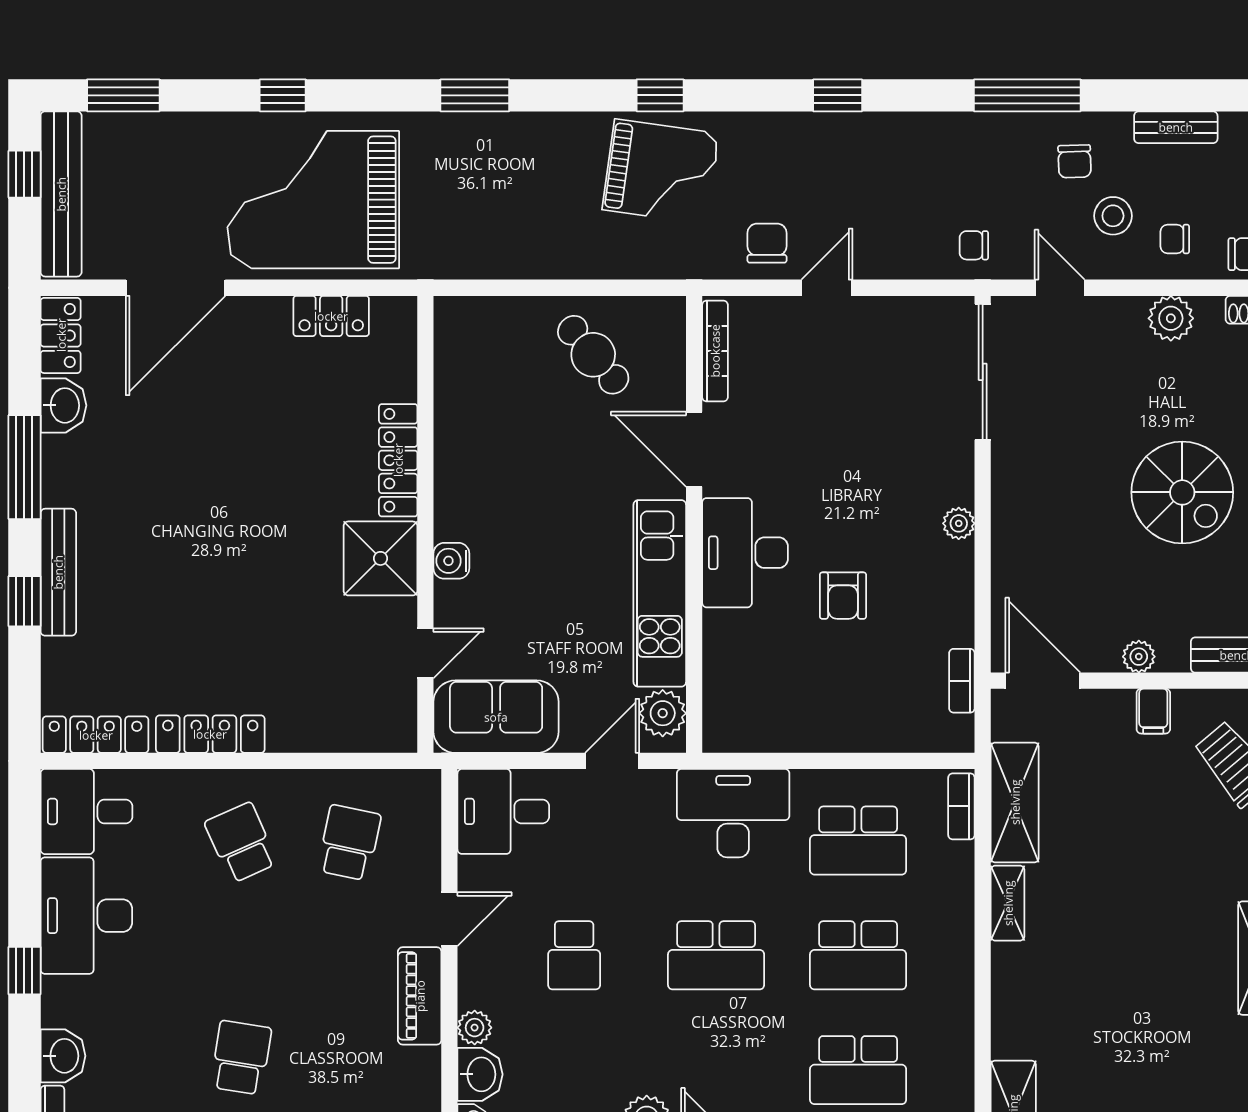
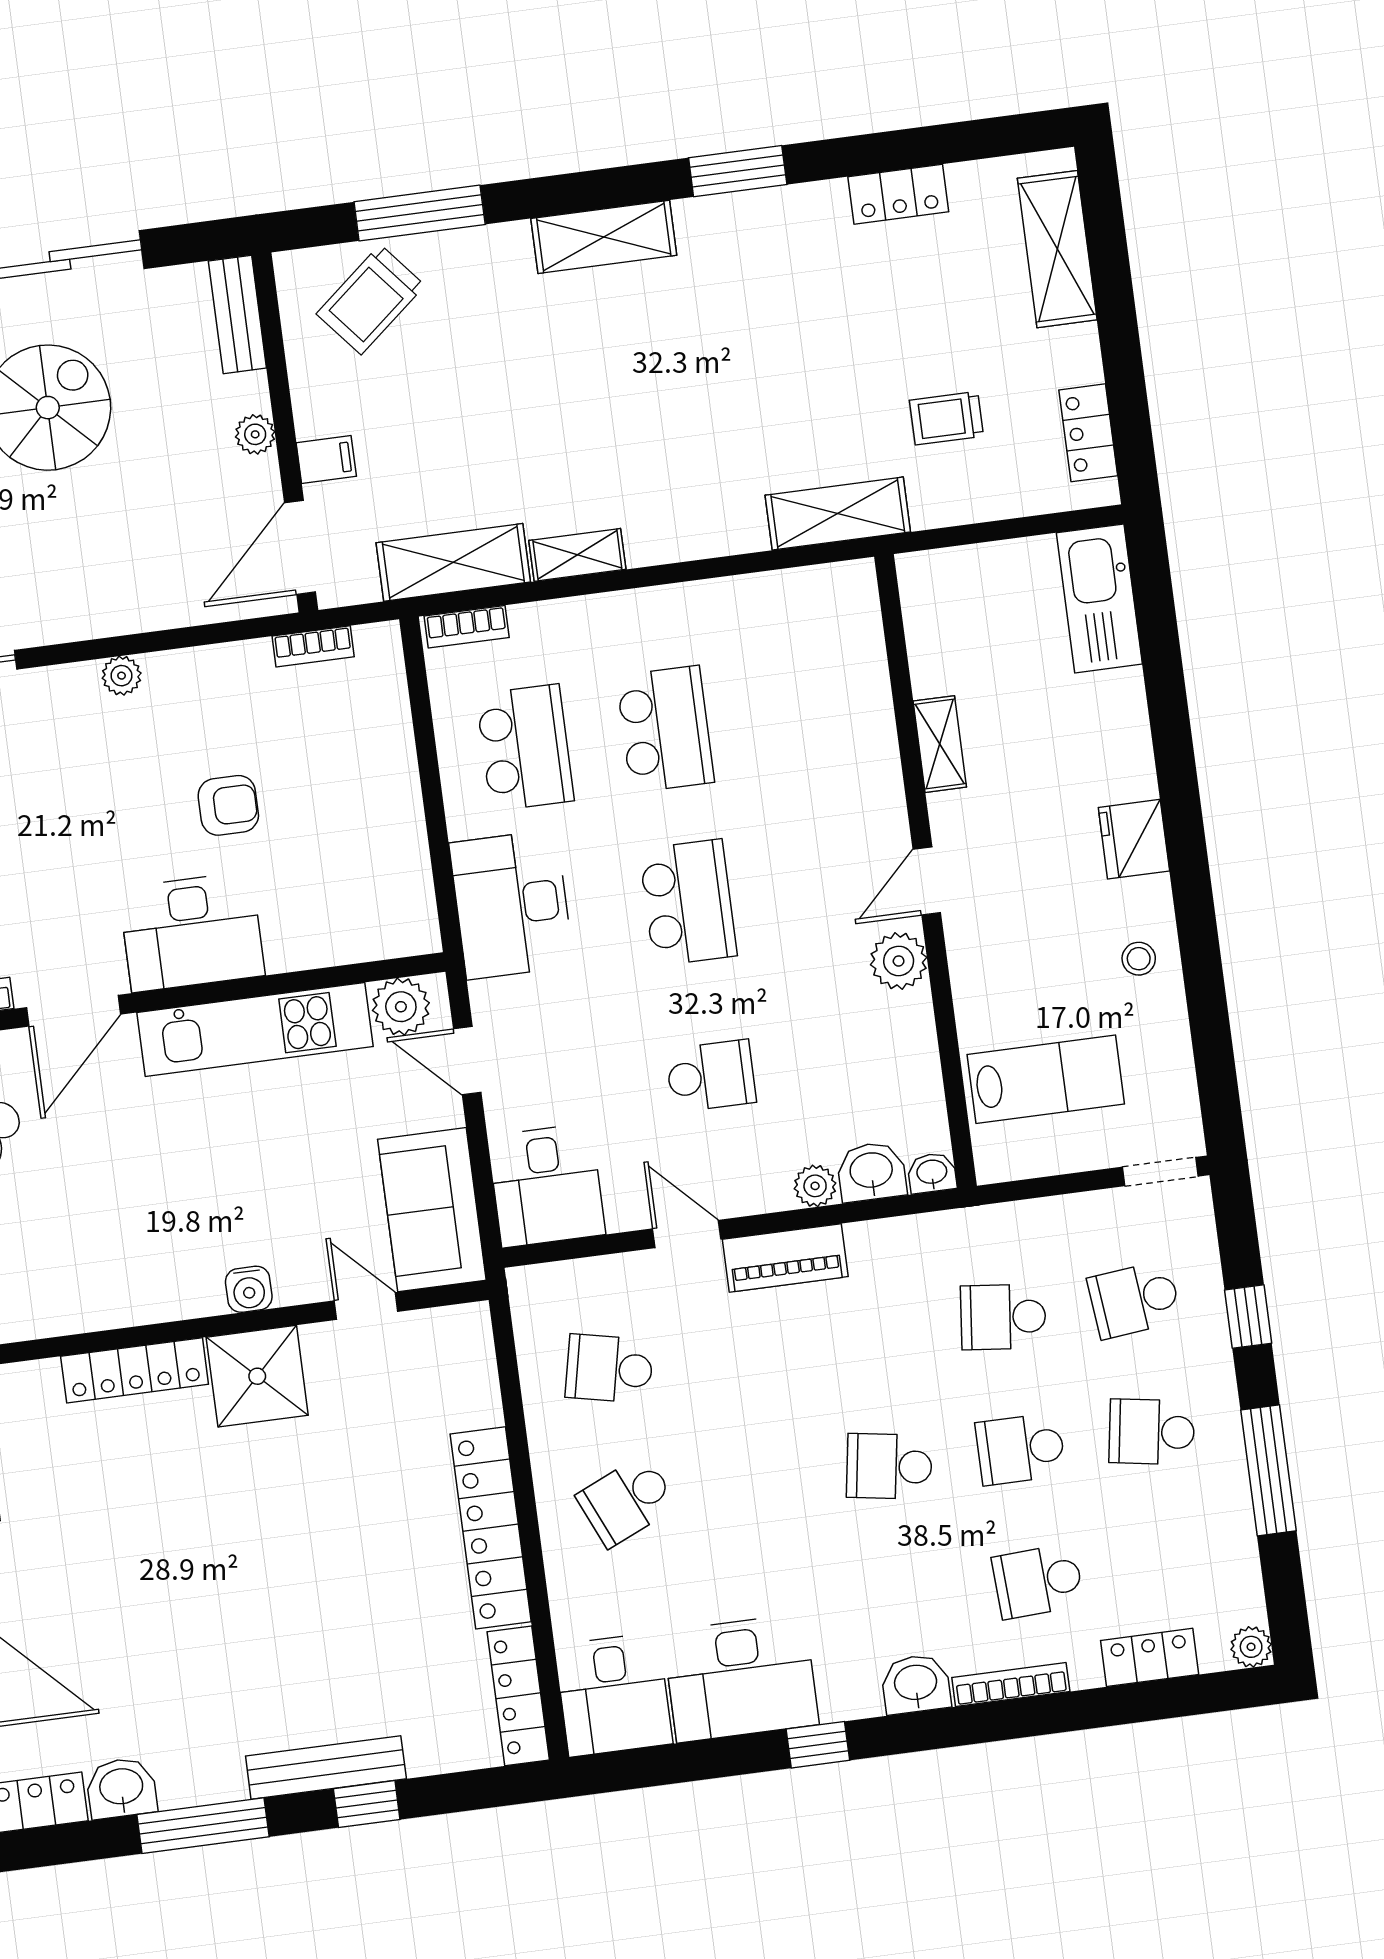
filing cabinet: (1153, 711) -> (326, 460), moved
locker: (210, 734) -> (491, 1528), width x1.41, depth x1.21
school desk: (858, 1070) -> (805, 711), removed

